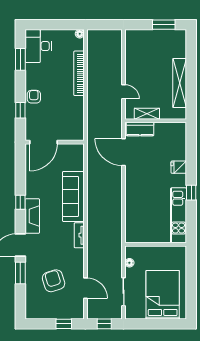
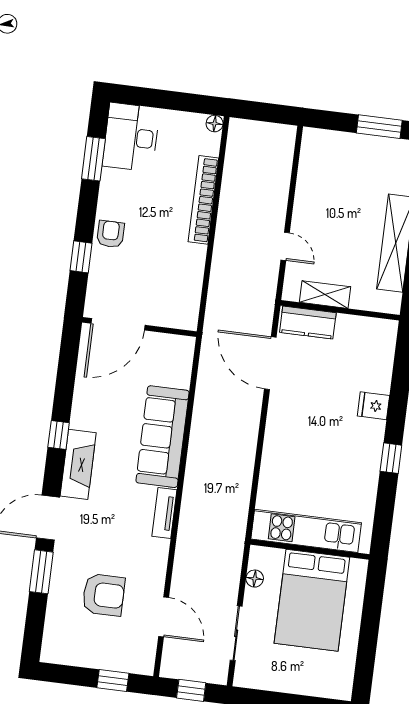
kitchen unit: (178, 215) -> (306, 531), moved, turned 90
armchair: (54, 281) -> (104, 595), turned 107
bed: (163, 295) -> (312, 600), moved, turned 180

